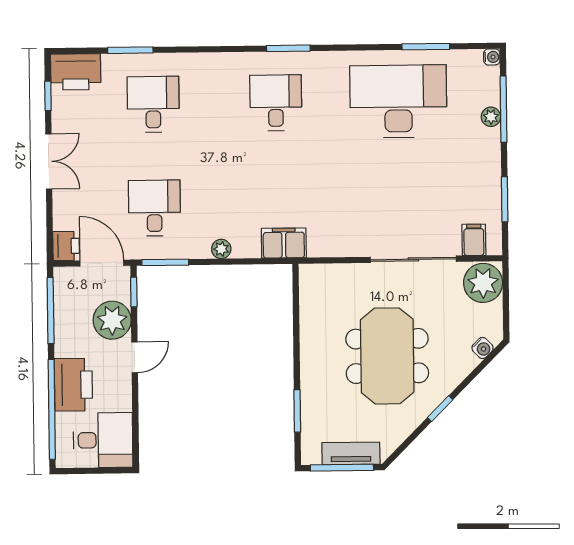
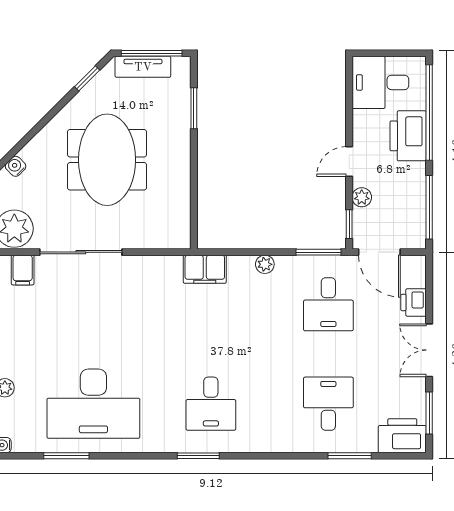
window: (48, 96) -> (429, 413), width x1.50
desk: (153, 104) -> (328, 404), turned 180
printer: (66, 246) -> (414, 302), moved
plant: (112, 320) -> (362, 197), width x0.53, depth x0.53
window: (440, 409) -> (87, 78), moved

